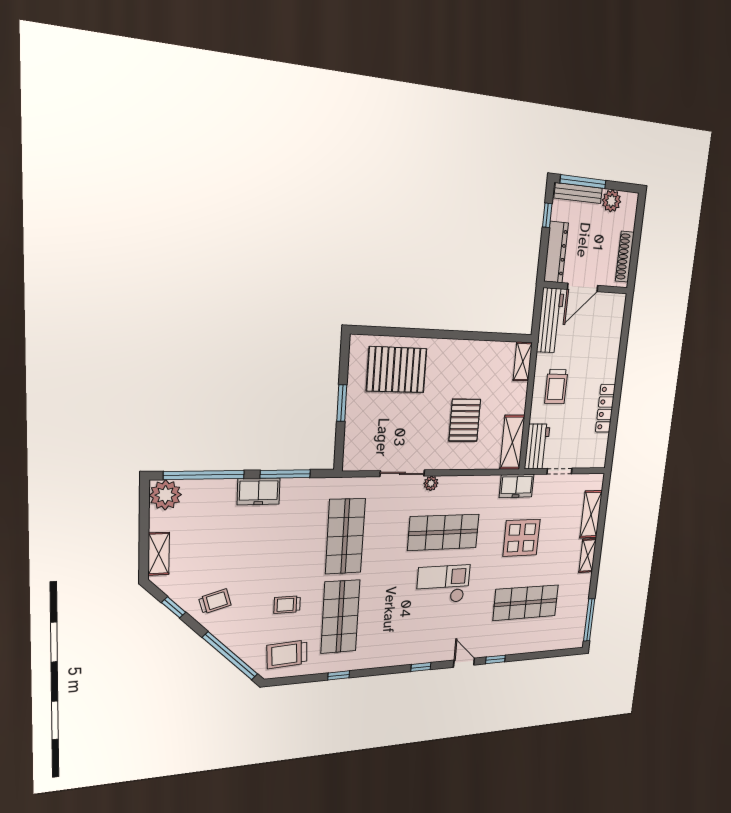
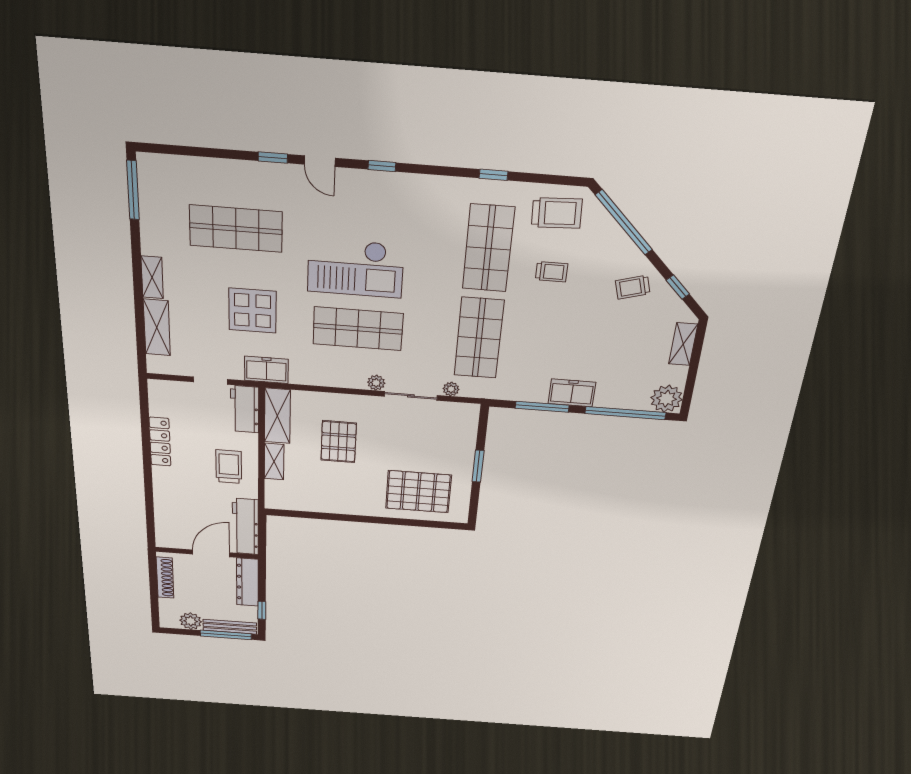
shelving: (523, 362) -> (274, 462), moved
plant: (368, 484) -> (451, 389), added
checkout: (443, 585) -> (356, 268), width x1.36, depth x1.21

